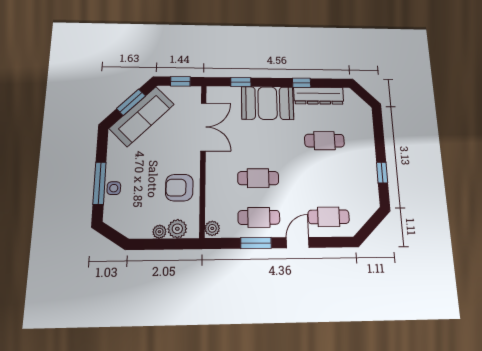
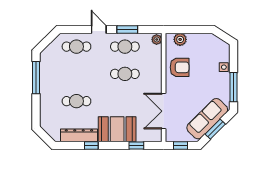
window: (382, 173) -> (36, 78), width x2.17
window: (100, 183) -> (234, 87), moved
plant: (159, 232) -> (192, 38), removed
door: (298, 243) -> (99, 29), swing flipped

